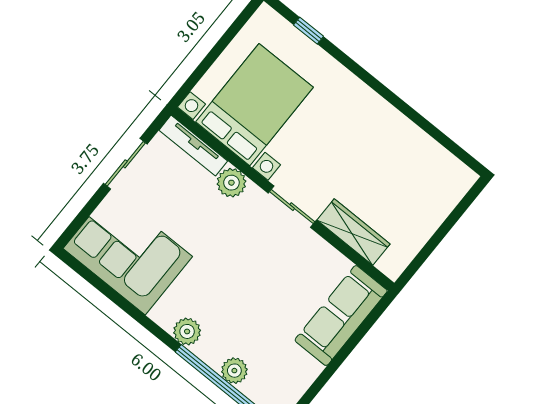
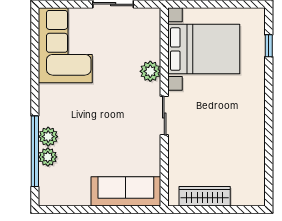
tv unit: (193, 146) -> (154, 34), removed
wardrobe: (354, 232) -> (205, 196), moved, turned -90
plant: (187, 331) -> (48, 137), moved

